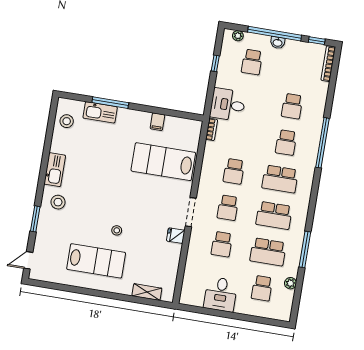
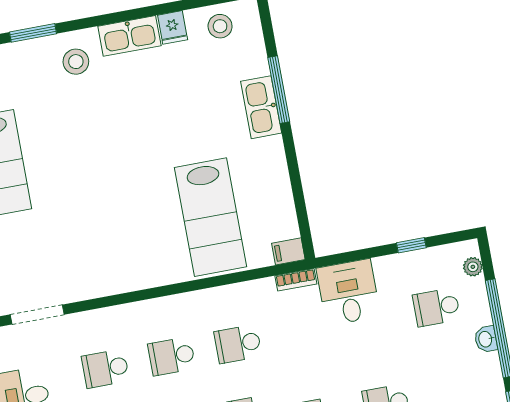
kitchen sink: (100, 112) -> (261, 107), moved
filing cabinet: (157, 122) -> (288, 251), moved
lab bench: (163, 162) -> (211, 217), turned 180
doorway: (191, 212) -> (37, 315), moved
stool: (117, 230) -> (64, 180), removed
fridge: (176, 236) -> (173, 27), moved, turned 180

